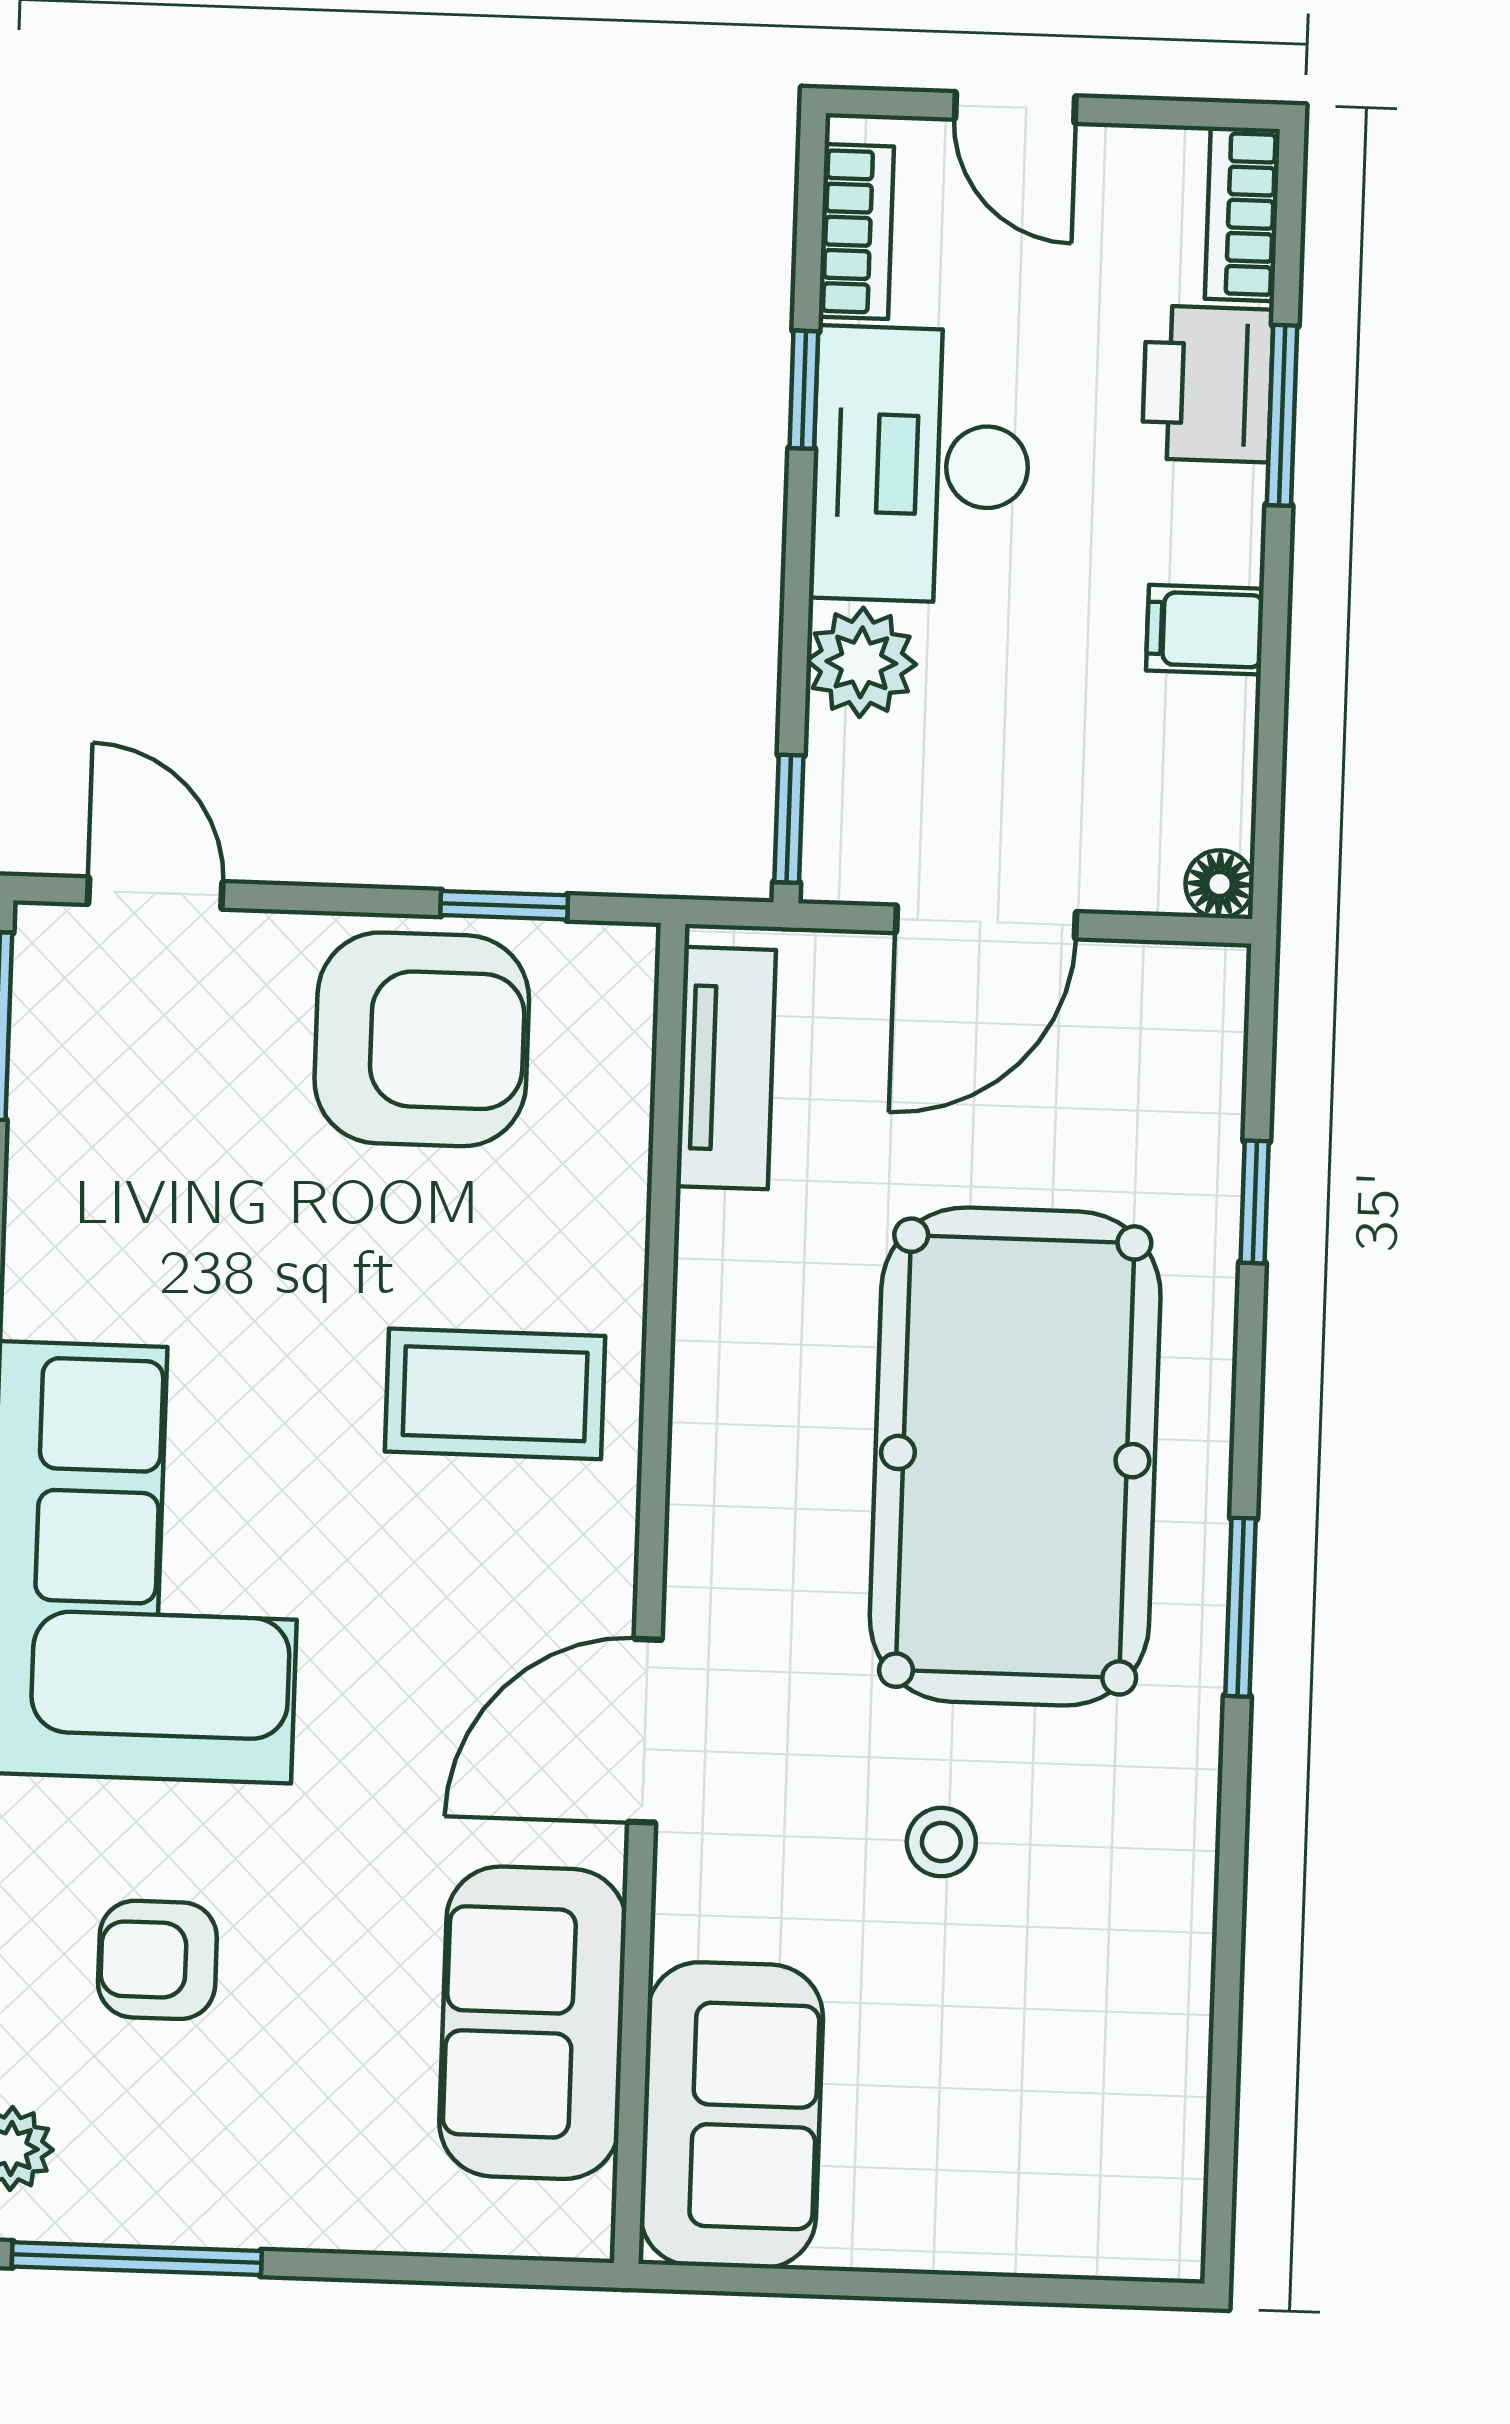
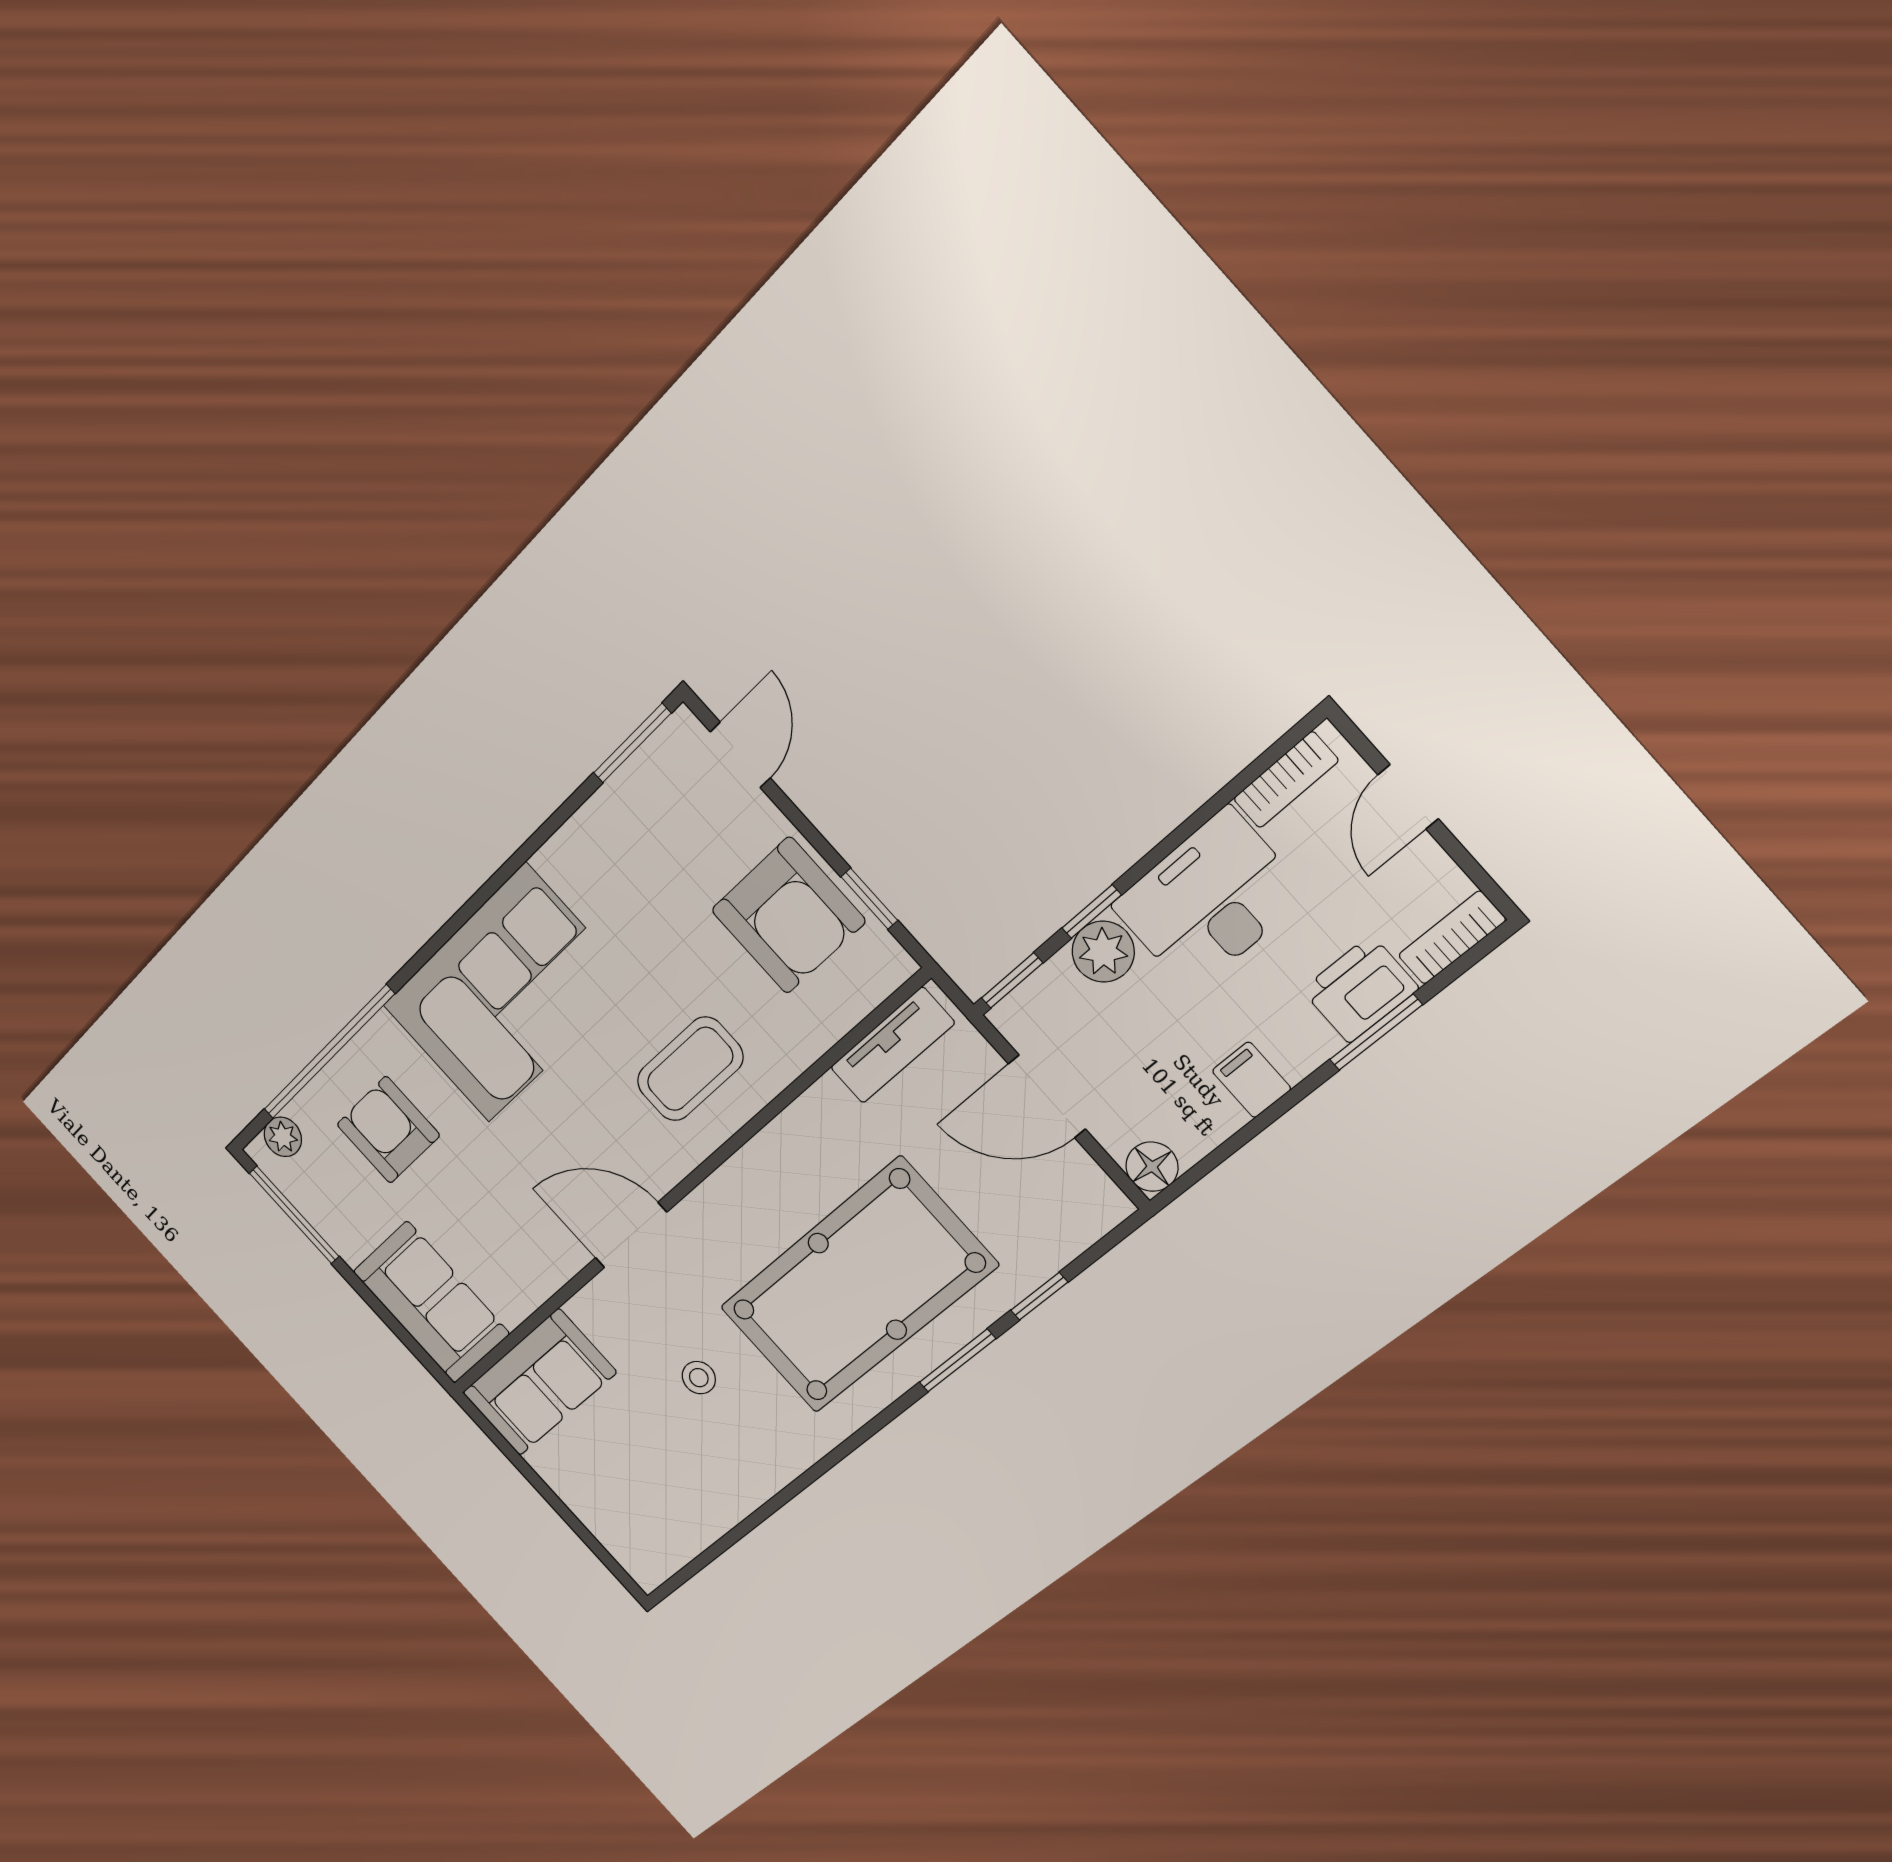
window: (804, 390) -> (1092, 911), moved
floor lamp: (1220, 884) -> (1152, 1167), width x1.37, depth x1.37
coffee table: (495, 1394) -> (690, 1069), turned 90
window: (1240, 1607) -> (957, 1361), moved
armchair: (157, 1960) -> (388, 1130), width x1.38, depth x1.38
sofa: (533, 2023) -> (431, 1302), moved, turned 90

